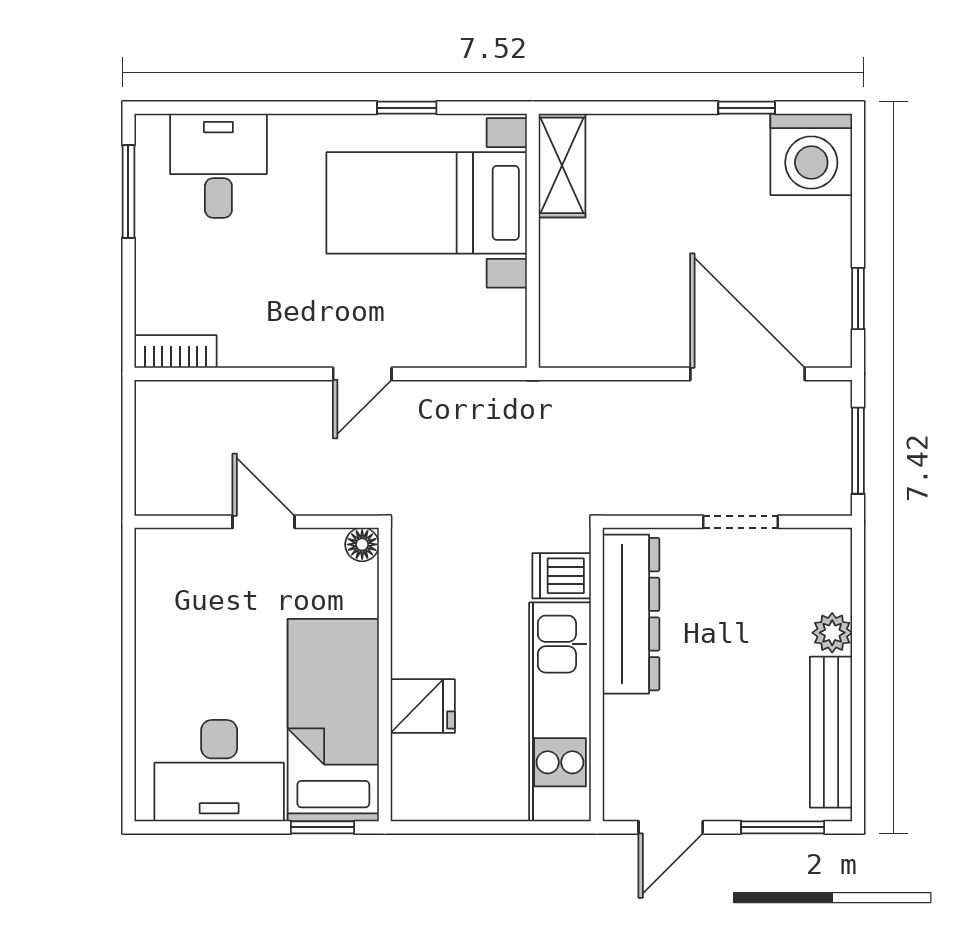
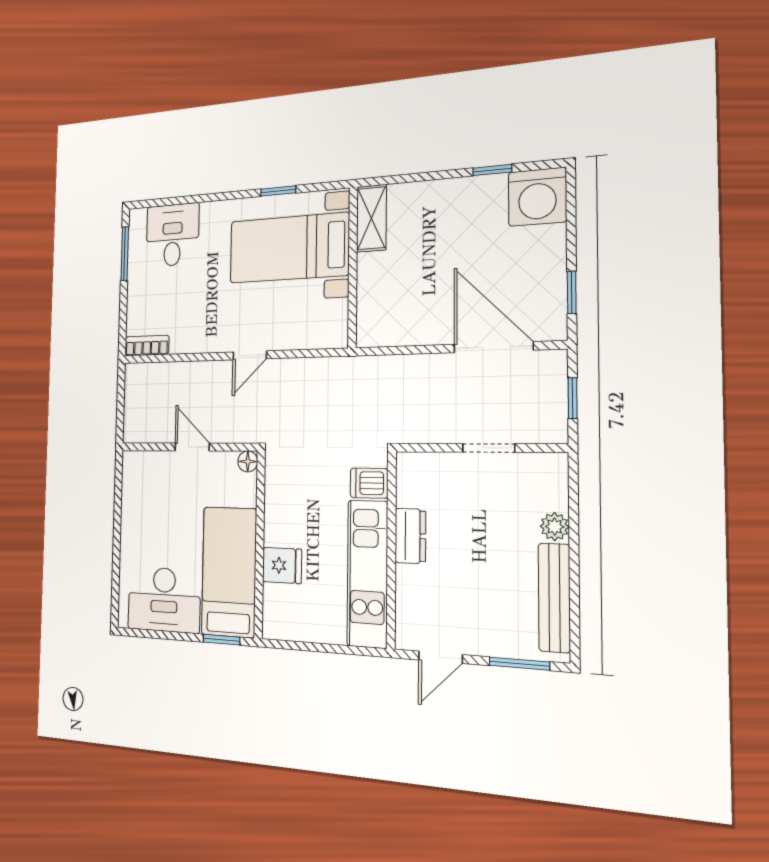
window: (858, 451) -> (573, 398), width x0.67
dresser: (631, 614) -> (410, 536), width x0.51, depth x0.80

